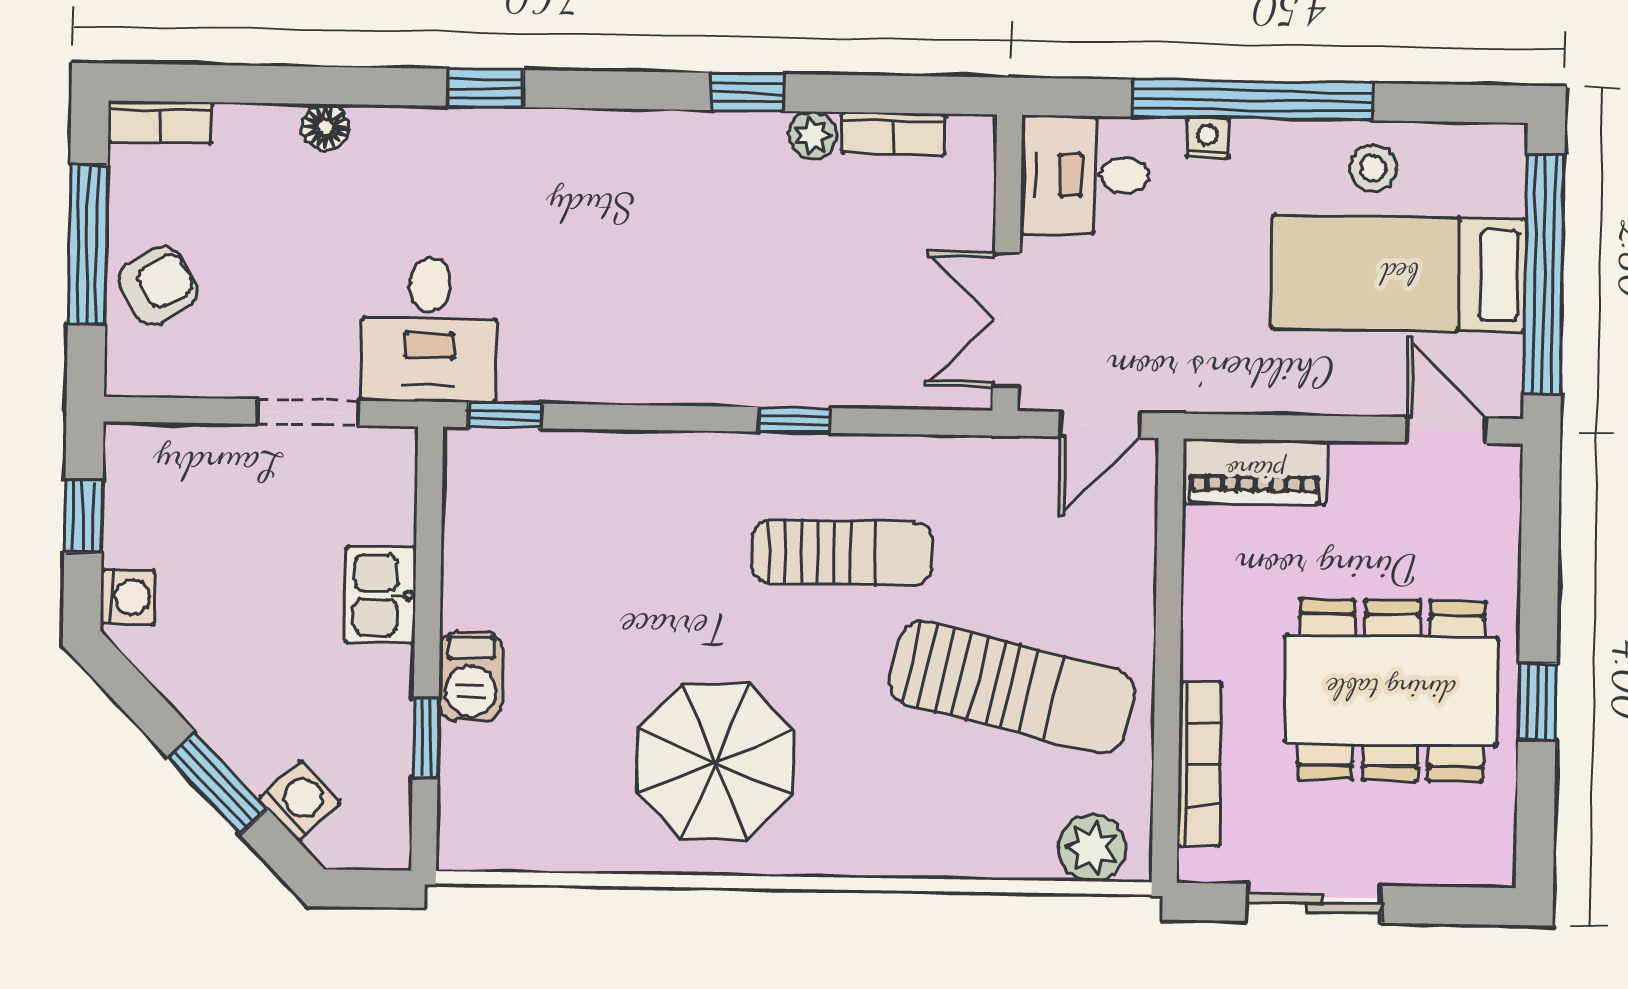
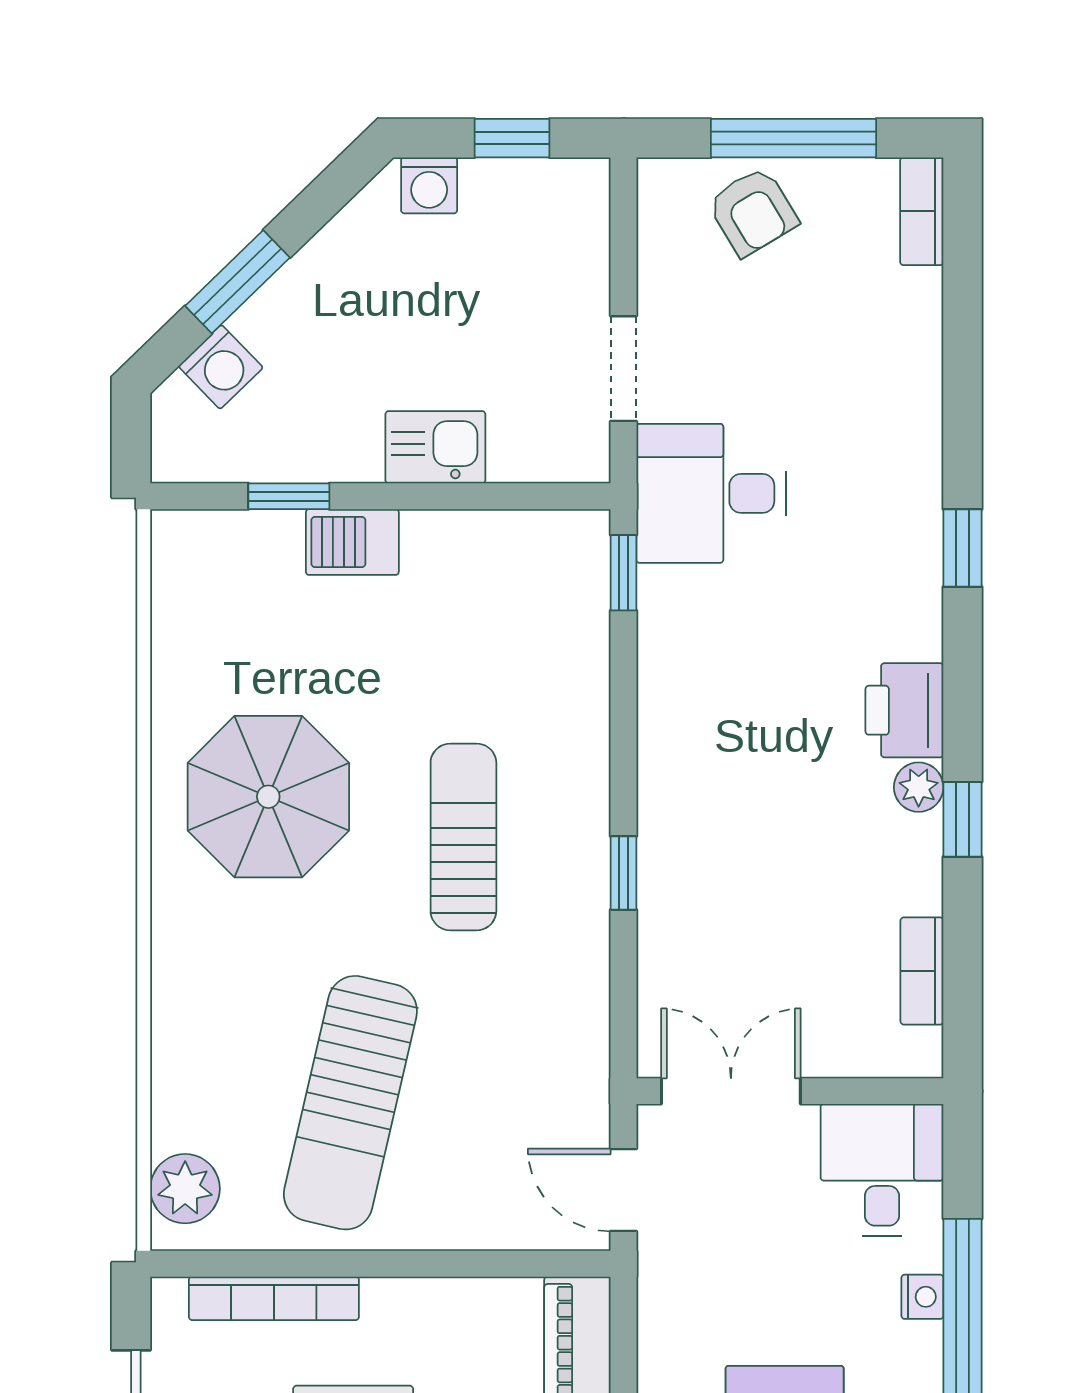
floor lamp: (325, 127) -> (919, 382), removed
plant: (813, 135) -> (919, 787), moved
printer: (641, 146) -> (904, 710), added
sun lounger: (842, 553) -> (463, 837), moved, turned 180

